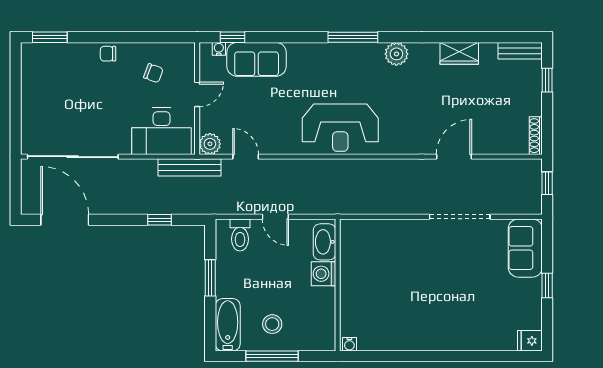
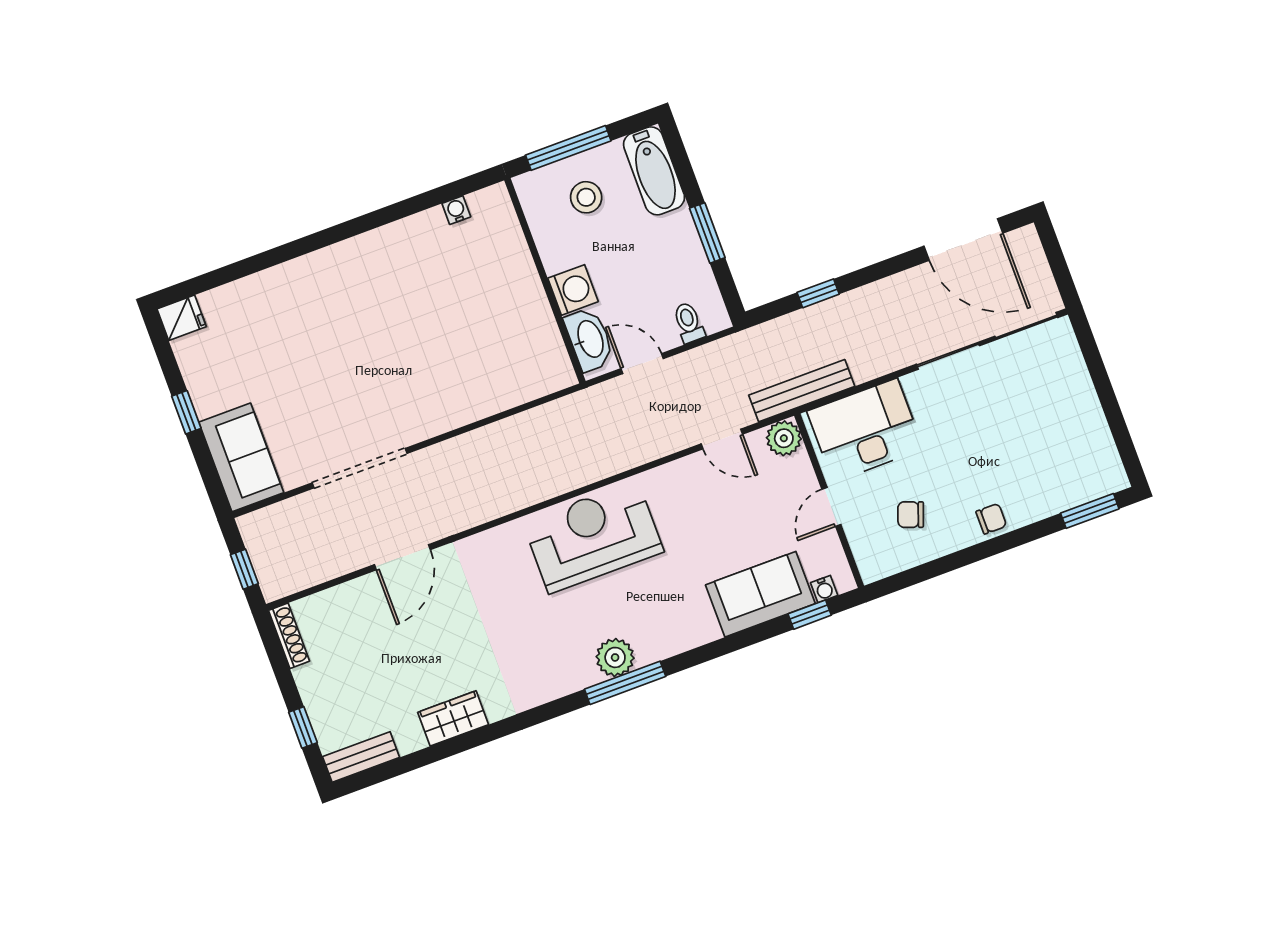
plant: (396, 54) -> (615, 657), moved
toilet: (240, 235) -> (689, 323), width x0.73, depth x0.72
washbasin: (325, 242) -> (589, 339), moved
washing machine: (324, 274) -> (573, 290), moved
wall: (338, 285) -> (545, 281), moved

